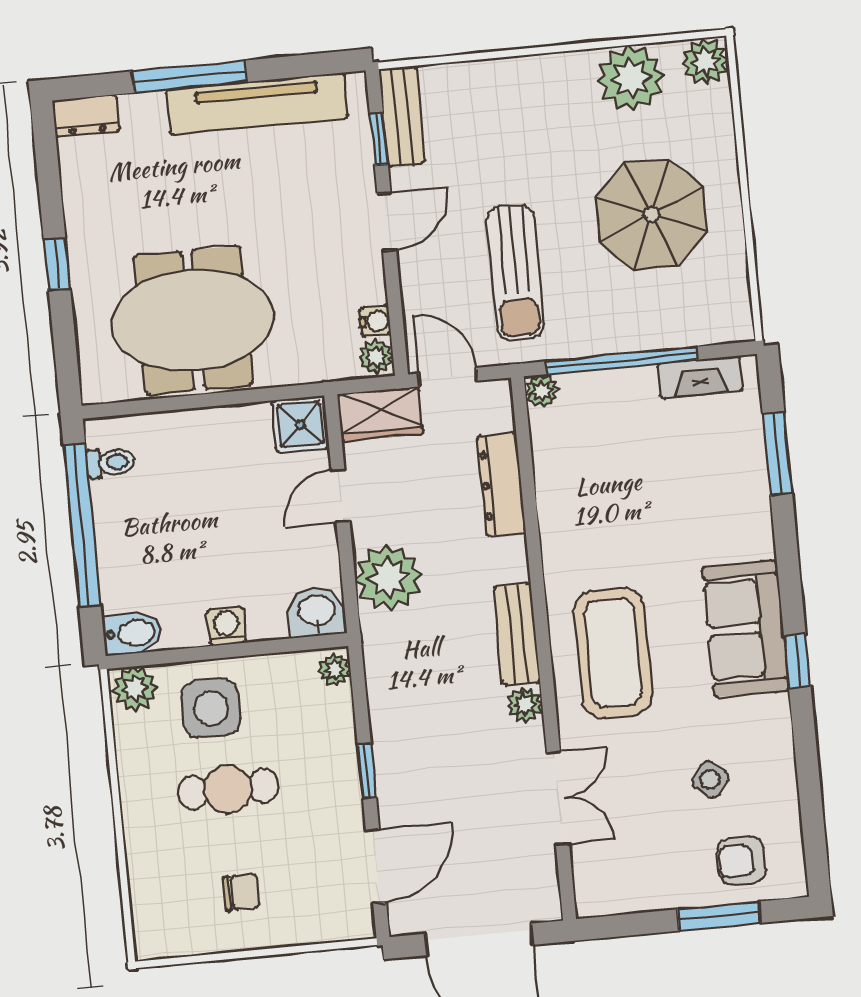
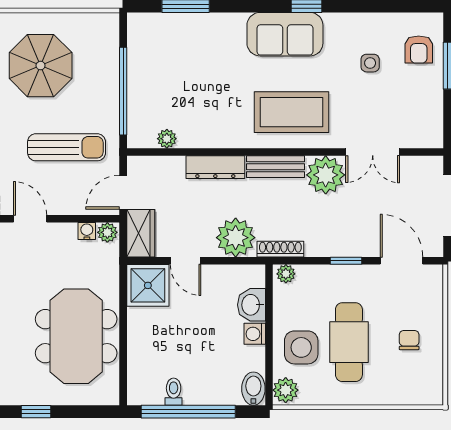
fireplace: (700, 377) -> (137, 46), removed
plant: (542, 391) -> (167, 139), moved
shower: (301, 424) -> (148, 285), width x1.36, depth x1.36
toilet: (111, 462) -> (174, 392), moved
dresser: (501, 484) -> (215, 167), moved
washbasin: (317, 612) -> (251, 305), moved
shoe rack: (376, 656) -> (280, 249), added
plant: (525, 705) -> (326, 175), width x1.88, depth x1.88
side table: (710, 779) -> (370, 63), turned -37
cafe table: (228, 789) -> (349, 342), width x1.37, depth x1.35
double door: (558, 798) -> (373, 152), swing flipped

